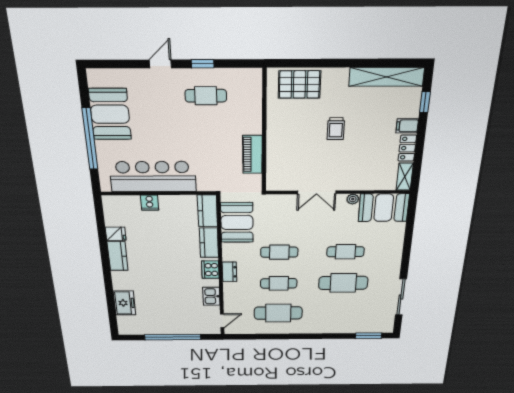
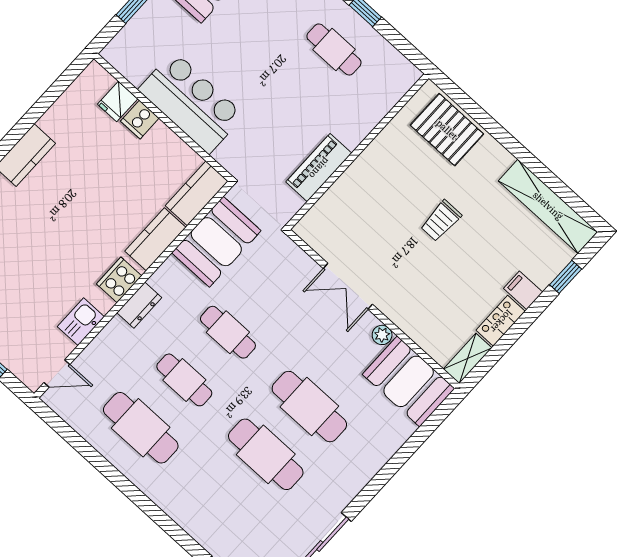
bar counter: (153, 177) -> (191, 102), width x0.73
fridge: (116, 234) -> (118, 101), moved, turned 90
cafe table: (346, 252) -> (309, 407), width x1.37, depth x1.35

